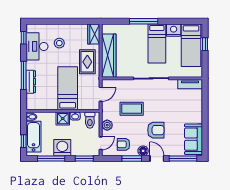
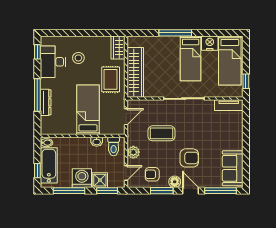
window: (205, 44) -> (246, 81), moved
shower: (63, 119) -> (100, 180), moved

